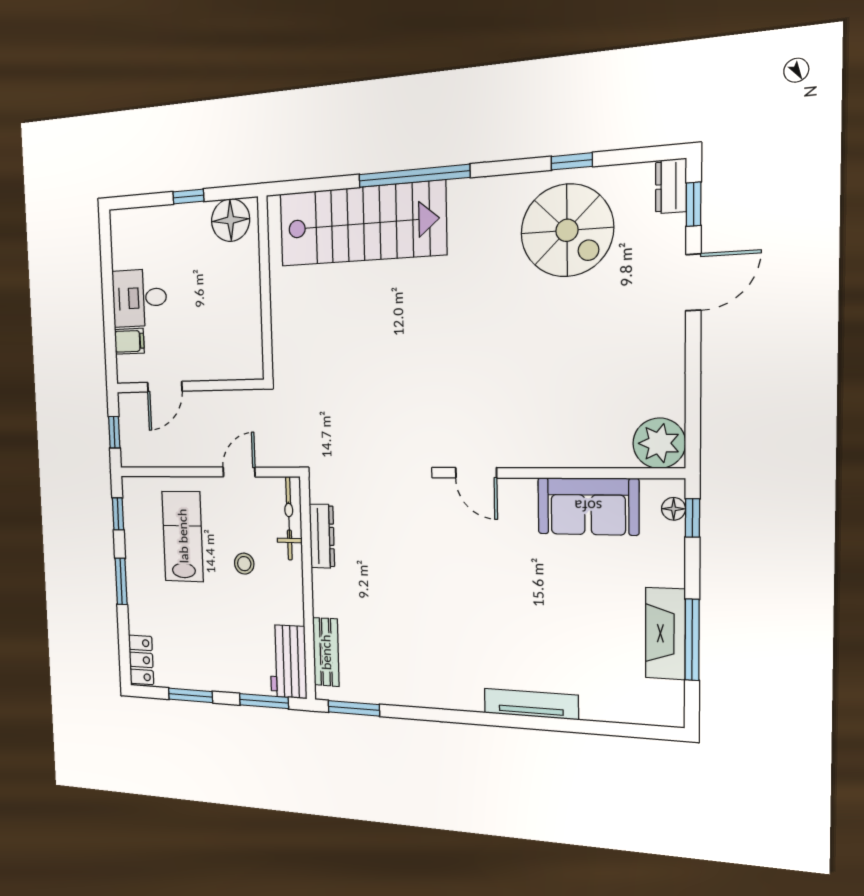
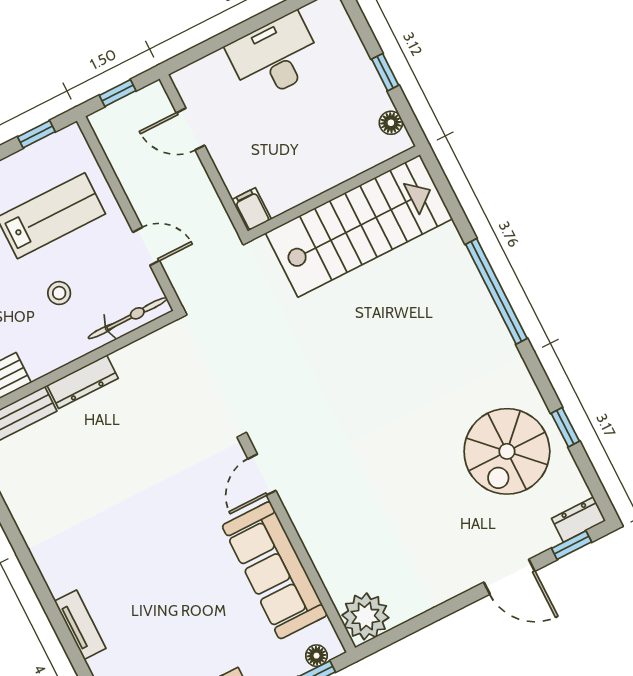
floor lamp: (231, 220) -> (391, 123), width x0.53, depth x0.53
stairs: (362, 224) -> (359, 226), moved, turned -90
desk: (139, 298) -> (275, 57), width x1.37
filing cabinet: (129, 341) -> (252, 209), moved, turned 180
sofa: (588, 506) -> (275, 570), width x1.36
dresser: (322, 536) -> (83, 382), moved
tv unit: (531, 704) -> (80, 625), width x0.71

